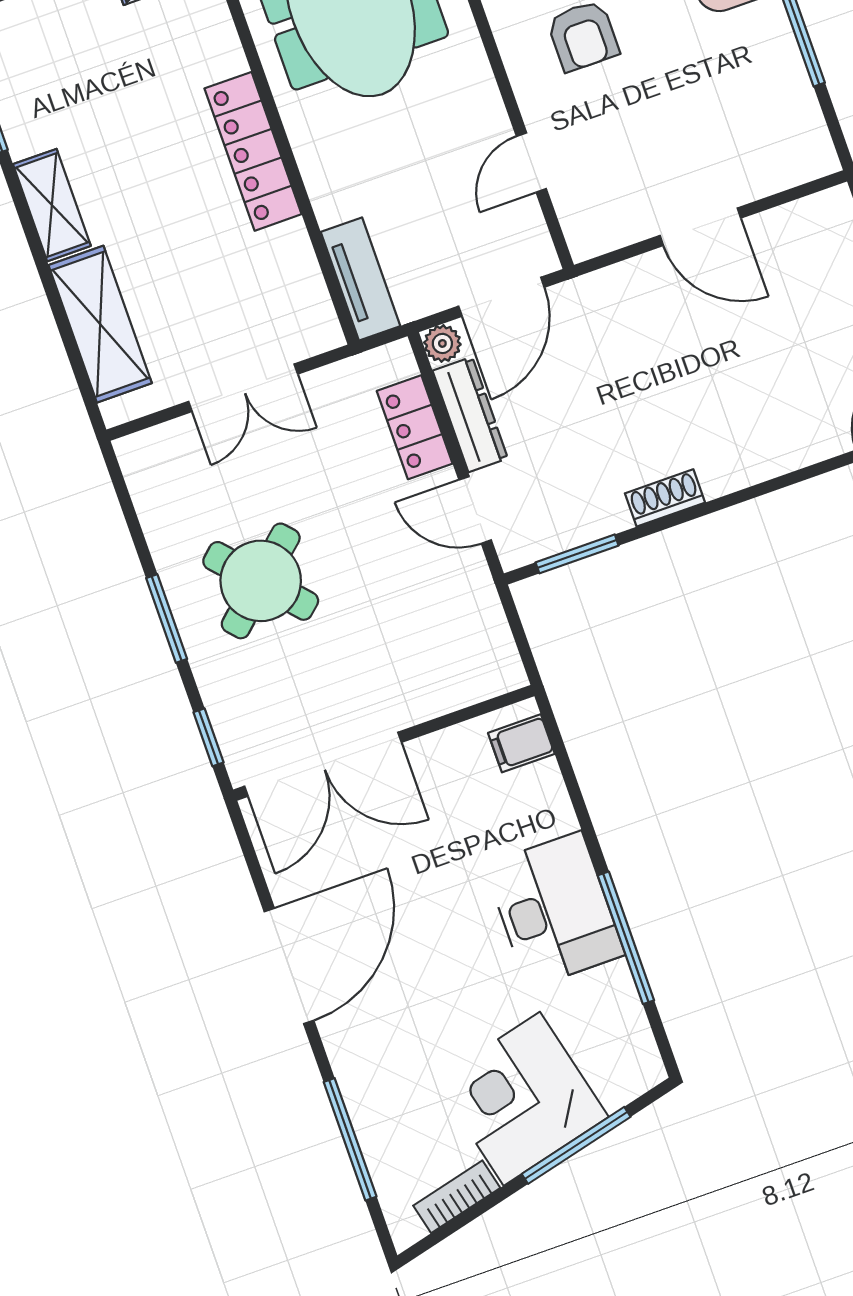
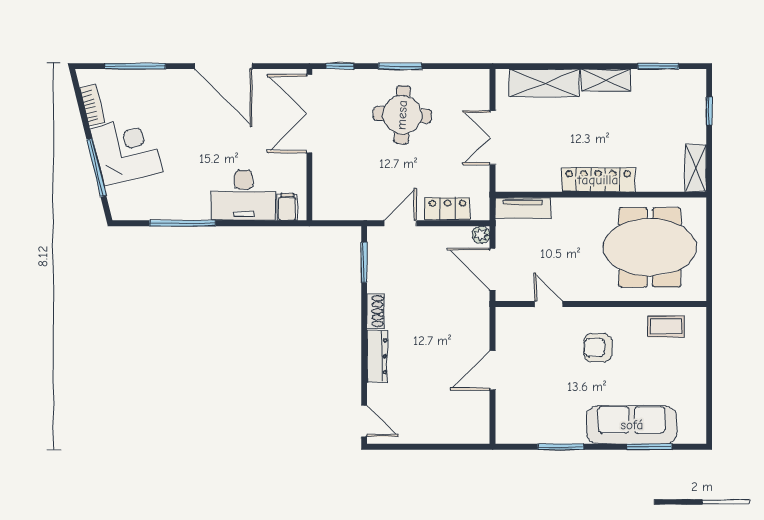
dresser: (470, 415) -> (377, 356), moved, turned -90
round table: (261, 581) -> (402, 115), turned 45
desk: (554, 910) -> (243, 195), moved

